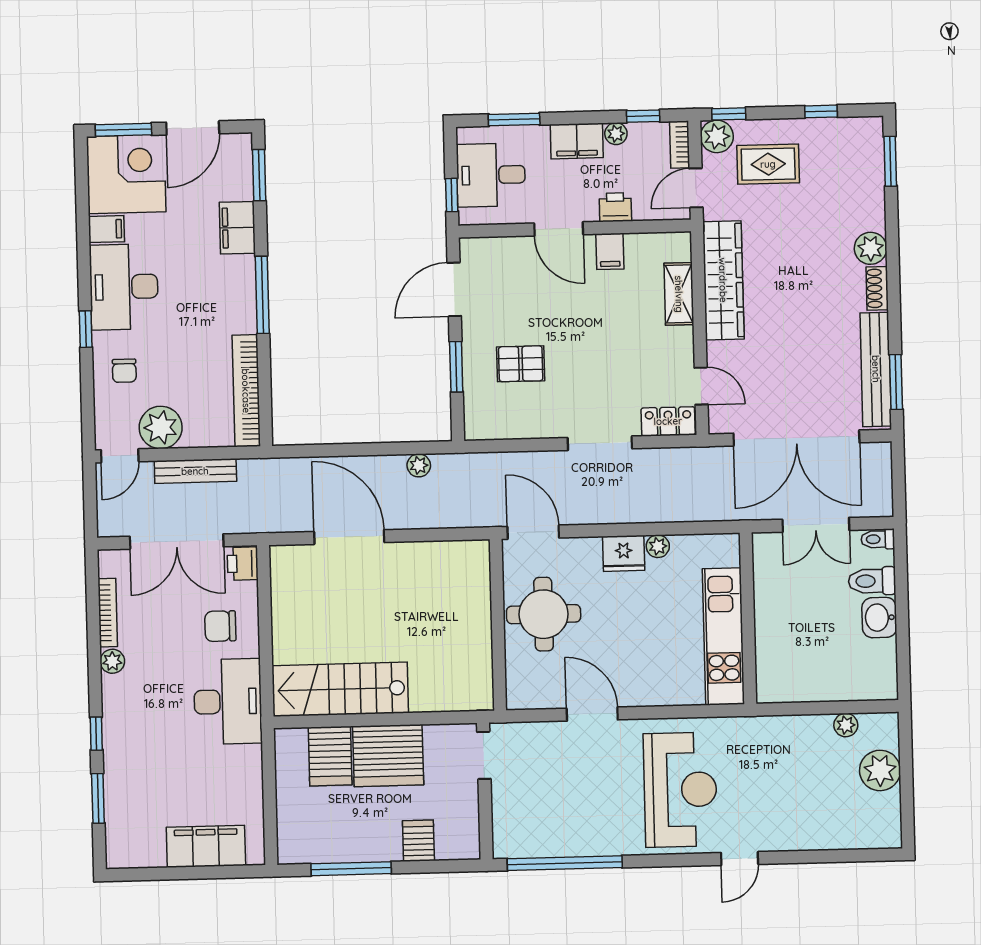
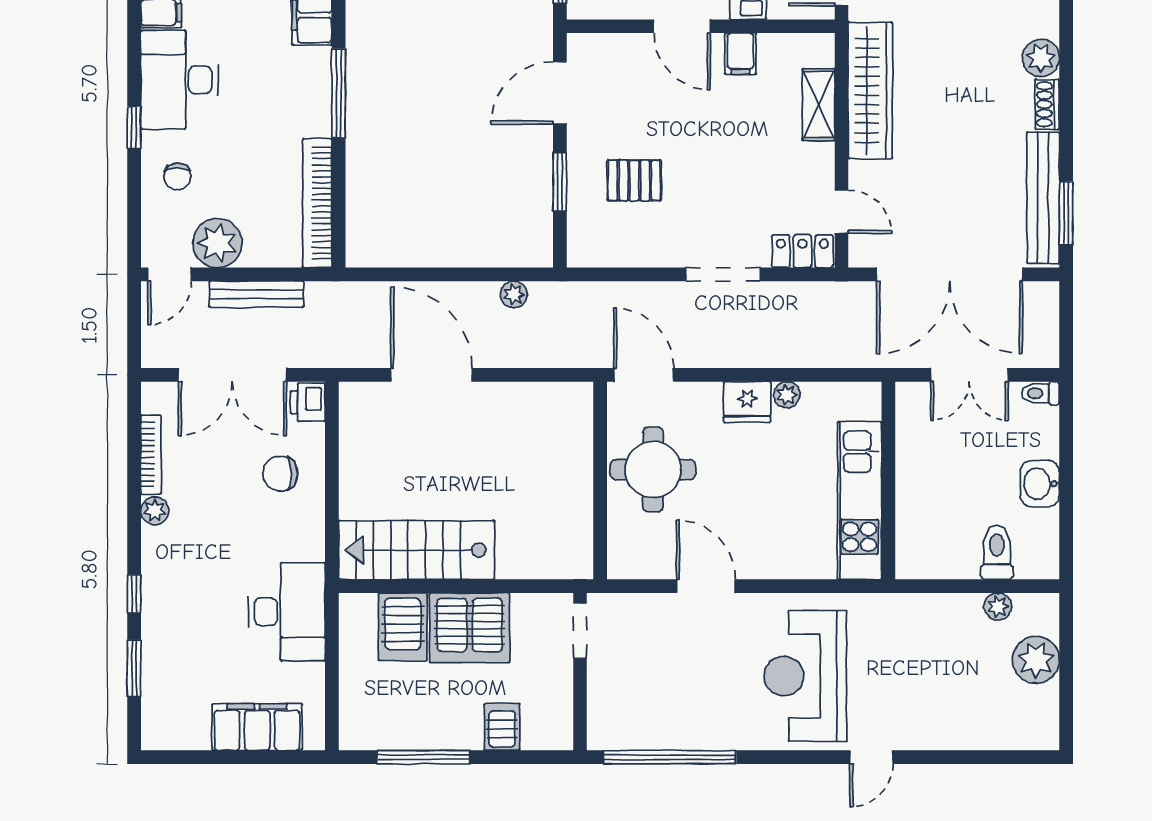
toilet: (872, 581) -> (997, 553), moved, turned 90
desk: (228, 702) -> (287, 612), moved
reception desk: (680, 790) -> (805, 676), turned 180

